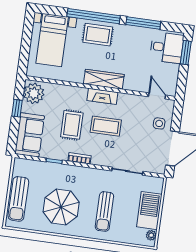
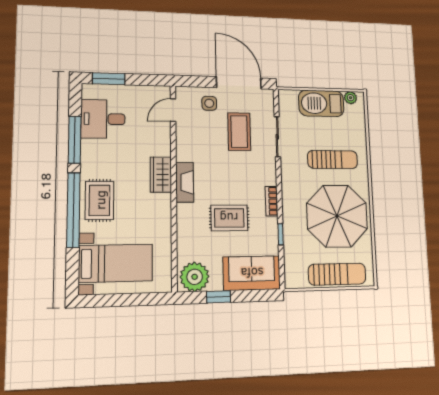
desk: (167, 48) -> (103, 119), moved, turned -90
wardrobe: (104, 79) -> (161, 175), width x0.67
coffee table: (106, 126) -> (239, 132), moved
parasol: (61, 207) -> (337, 216), width x1.36, depth x1.36

